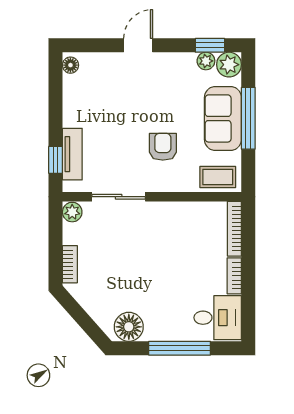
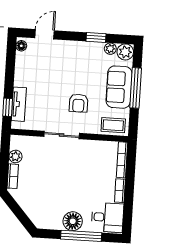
door: (138, 45) -> (45, 34), moved
window: (210, 45) -> (96, 37), moved
armchair: (163, 147) -> (78, 103), turned 180
sliding door: (119, 197) -> (62, 135), moved
plant: (72, 212) -> (15, 156), moved
floor lamp: (129, 327) -> (73, 221), moved

